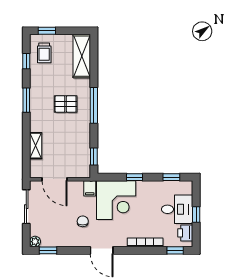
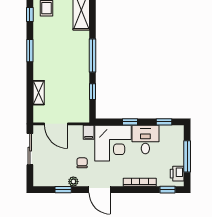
pallet: (66, 104) -> (66, 54), removed
window: (94, 157) -> (92, 92), moved
desk: (177, 209) -> (145, 140), moved, turned -90
window: (196, 214) -> (187, 156), width x2.17
plant: (35, 242) -> (73, 182), moved
window: (48, 250) -> (63, 190), moved

